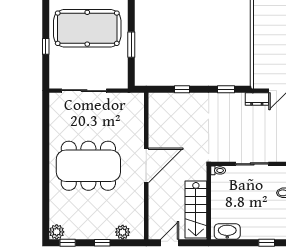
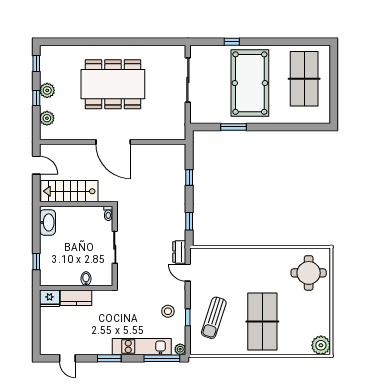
dining table: (88, 166) -> (113, 84), turned 90
plant: (57, 232) -> (47, 90), moved

